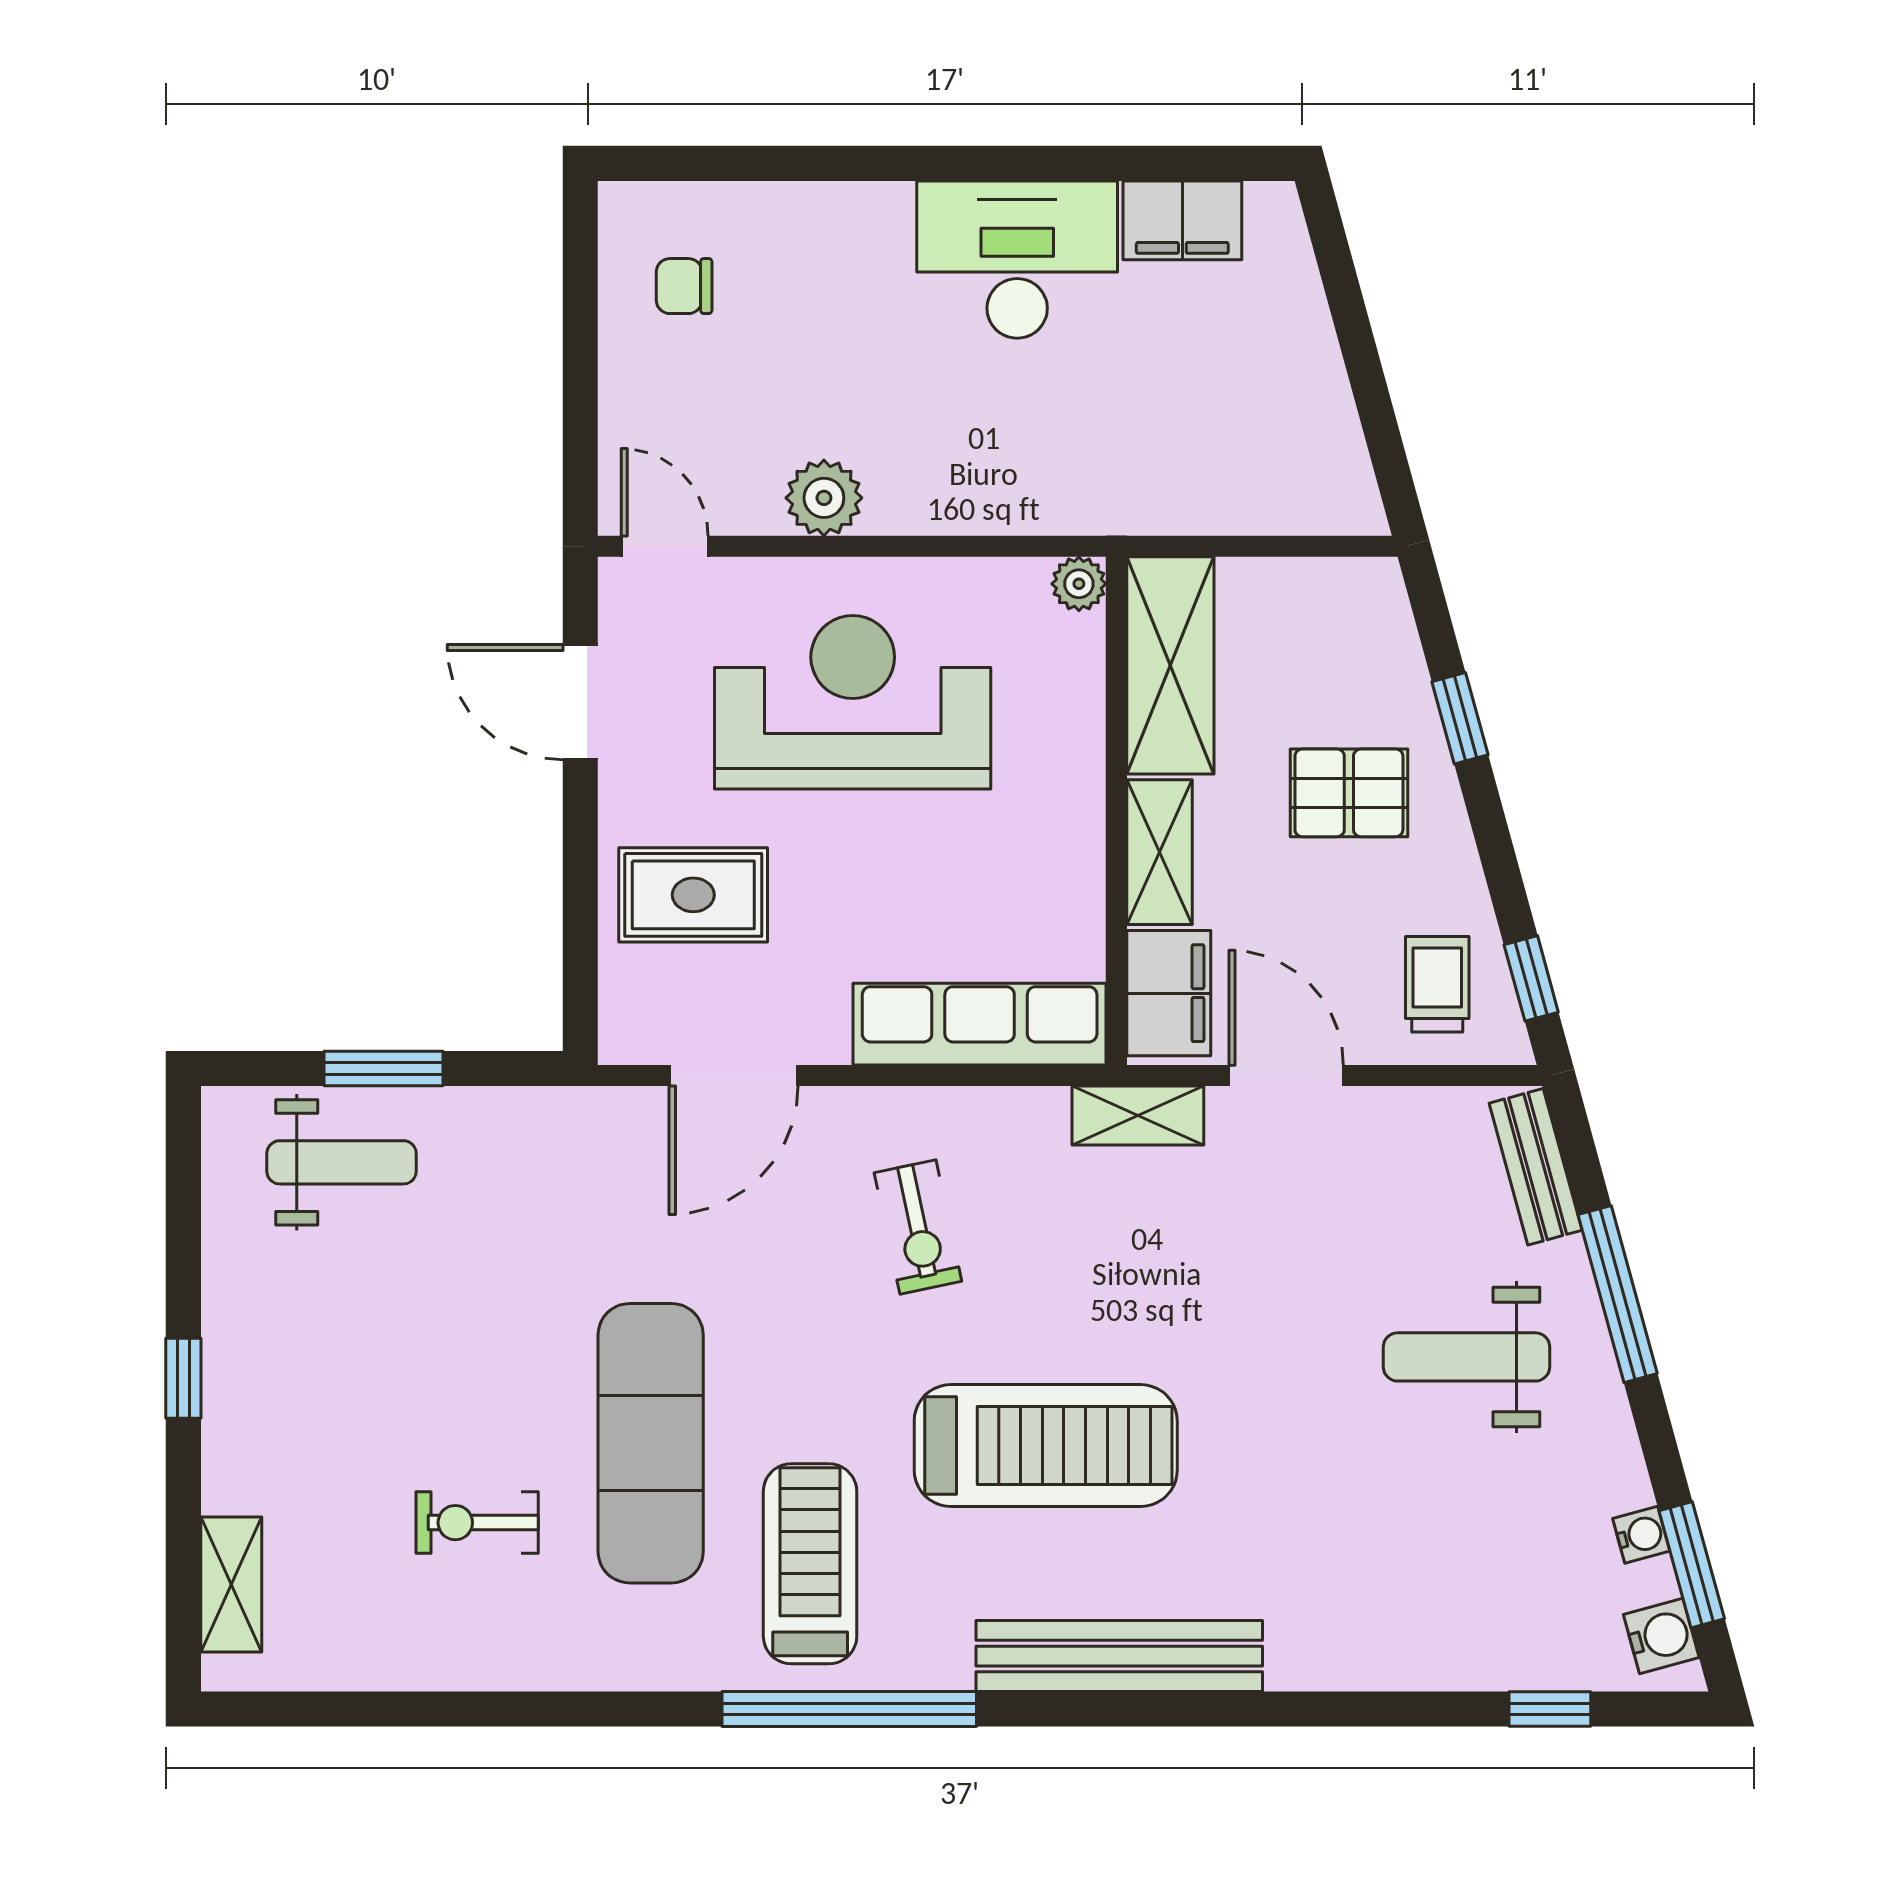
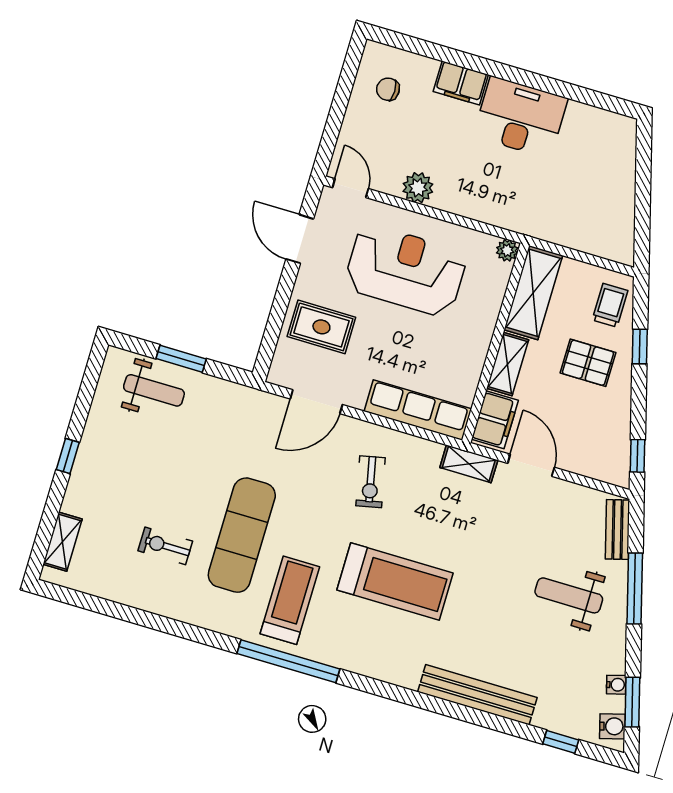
filing cabinet: (1182, 220) -> (461, 83), moved
trolley: (1437, 984) -> (610, 305), moved
bench: (1119, 1656) -> (477, 695), moved

